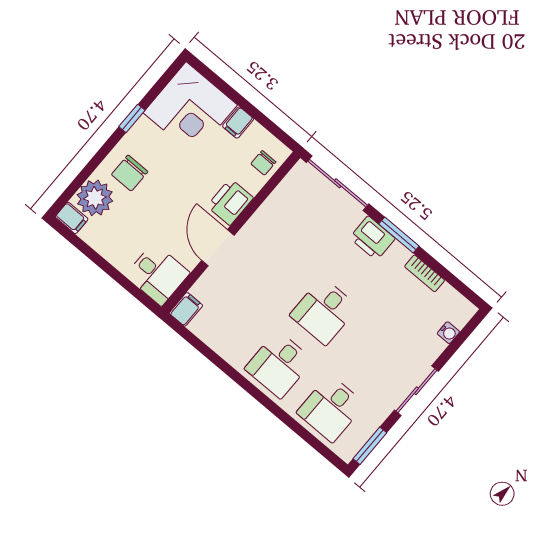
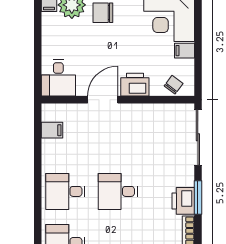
chair: (263, 163) -> (174, 85), turned 127
printer: (372, 238) -> (183, 201), moved
filing cabinet: (186, 309) -> (52, 130), moved

